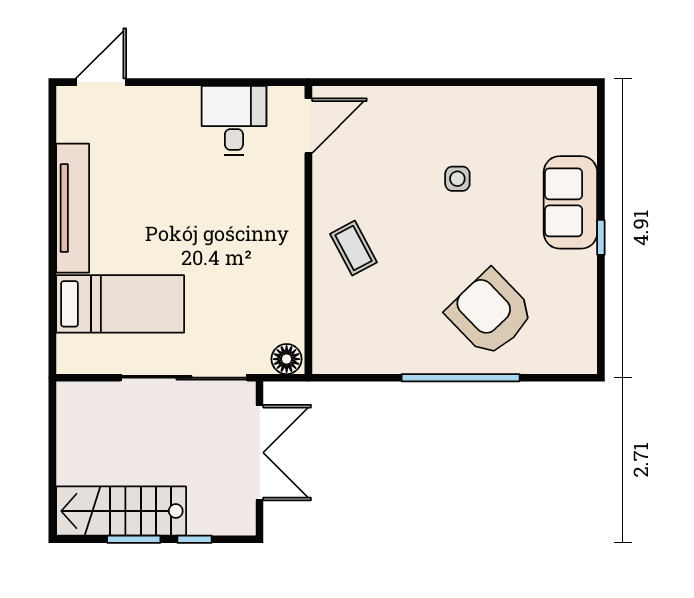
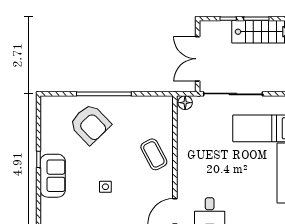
coffee table: (354, 248) -> (154, 154), width x1.36, depth x1.30

